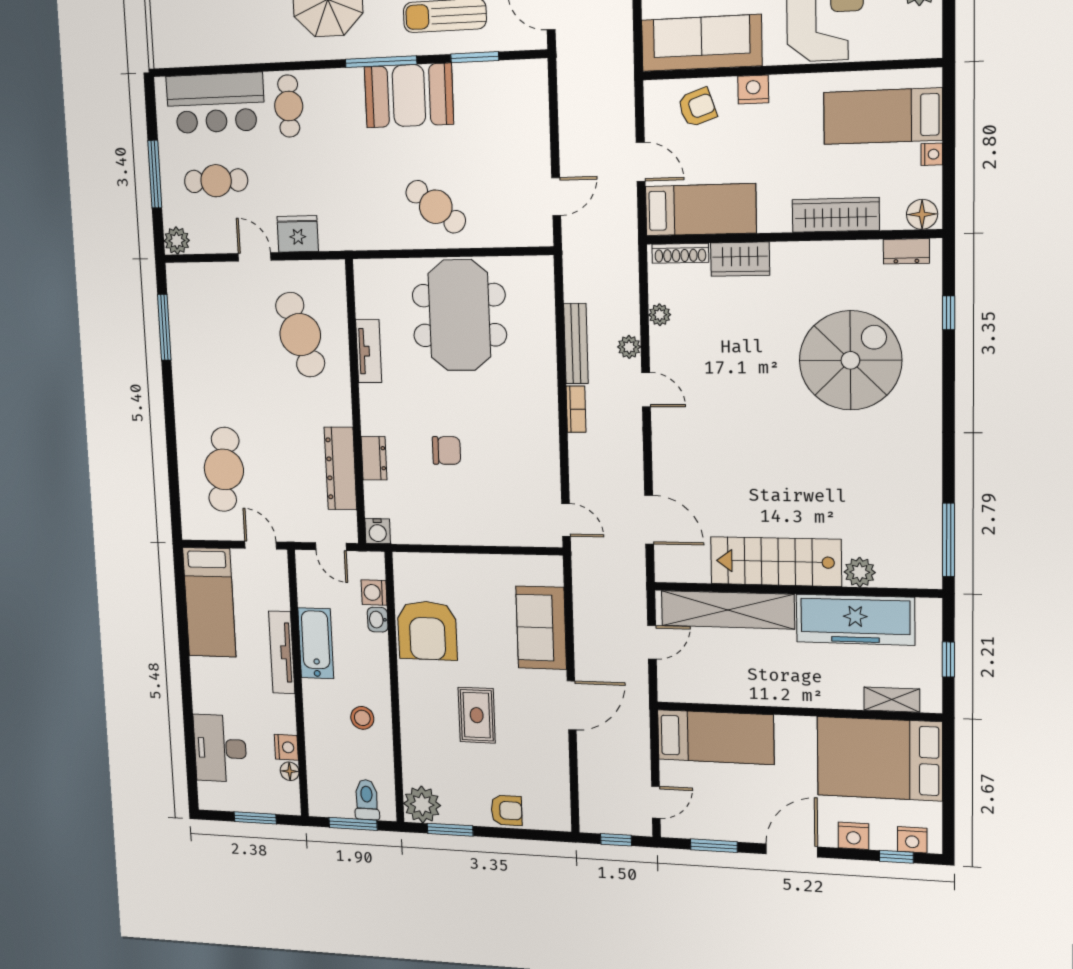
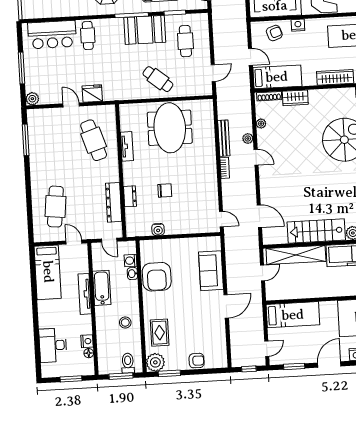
cafe table: (216, 181) -> (185, 41), moved, turned 90
water cooler: (378, 531) -> (158, 229), moved
rug: (477, 715) -> (160, 333), moved

